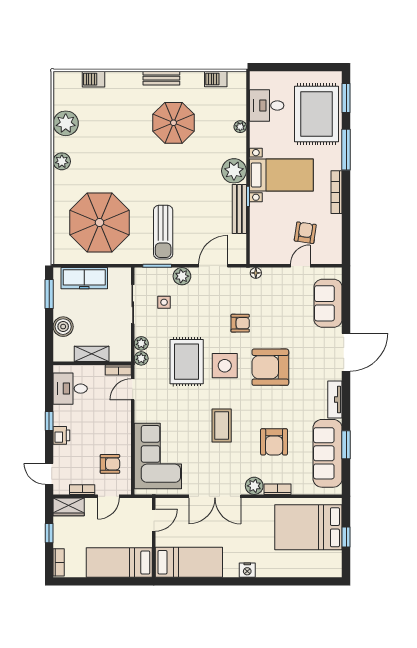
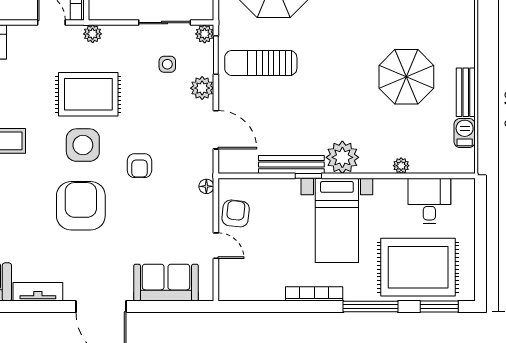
bench: (161, 78) -> (466, 92), moved
armchair: (305, 233) -> (236, 213), moved, turned -92
plant: (141, 343) -> (205, 34), moved

